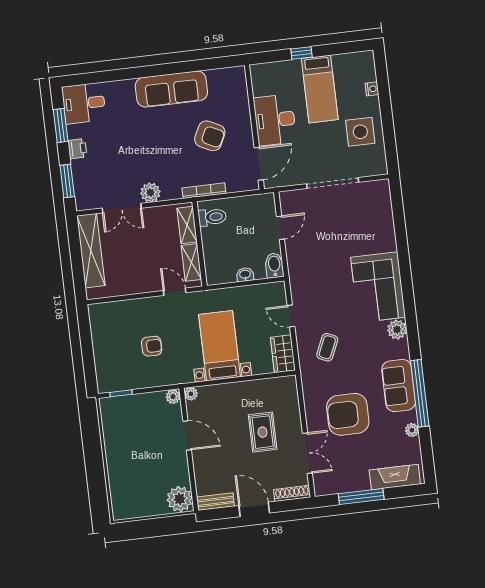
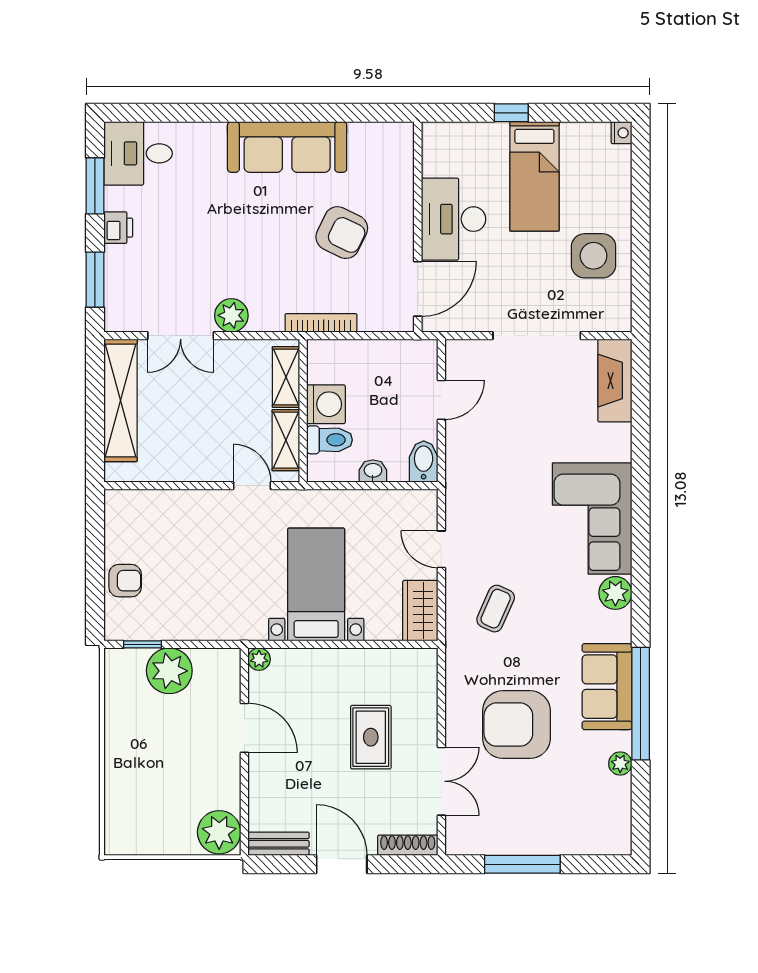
nightstand: (372, 89) -> (621, 133), moved
toilet: (212, 217) -> (330, 440), moved
washing machine: (213, 238) -> (326, 404), added
armchair: (152, 346) -> (125, 581), moved
plant: (173, 397) -> (169, 671), moved, width x1.87, depth x1.87
fireplace: (395, 477) -> (615, 381), moved, turned -90

